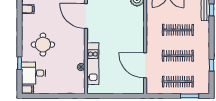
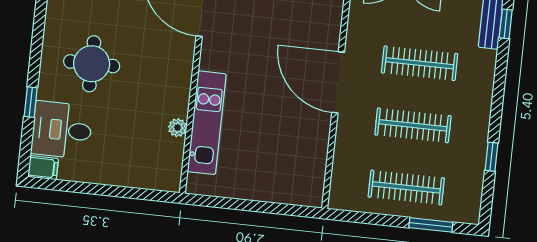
door: (145, 65) -> (338, 82), moved

